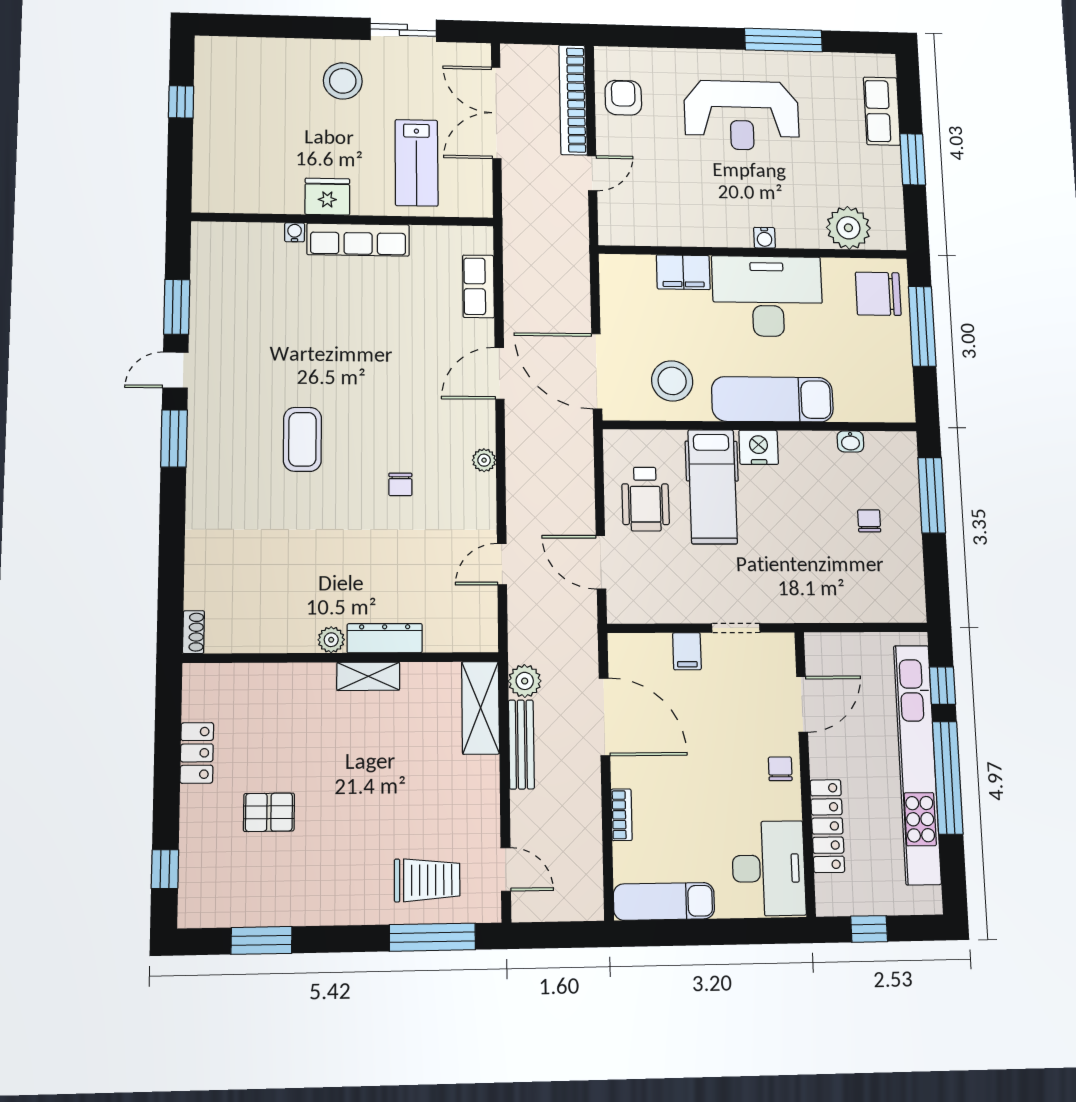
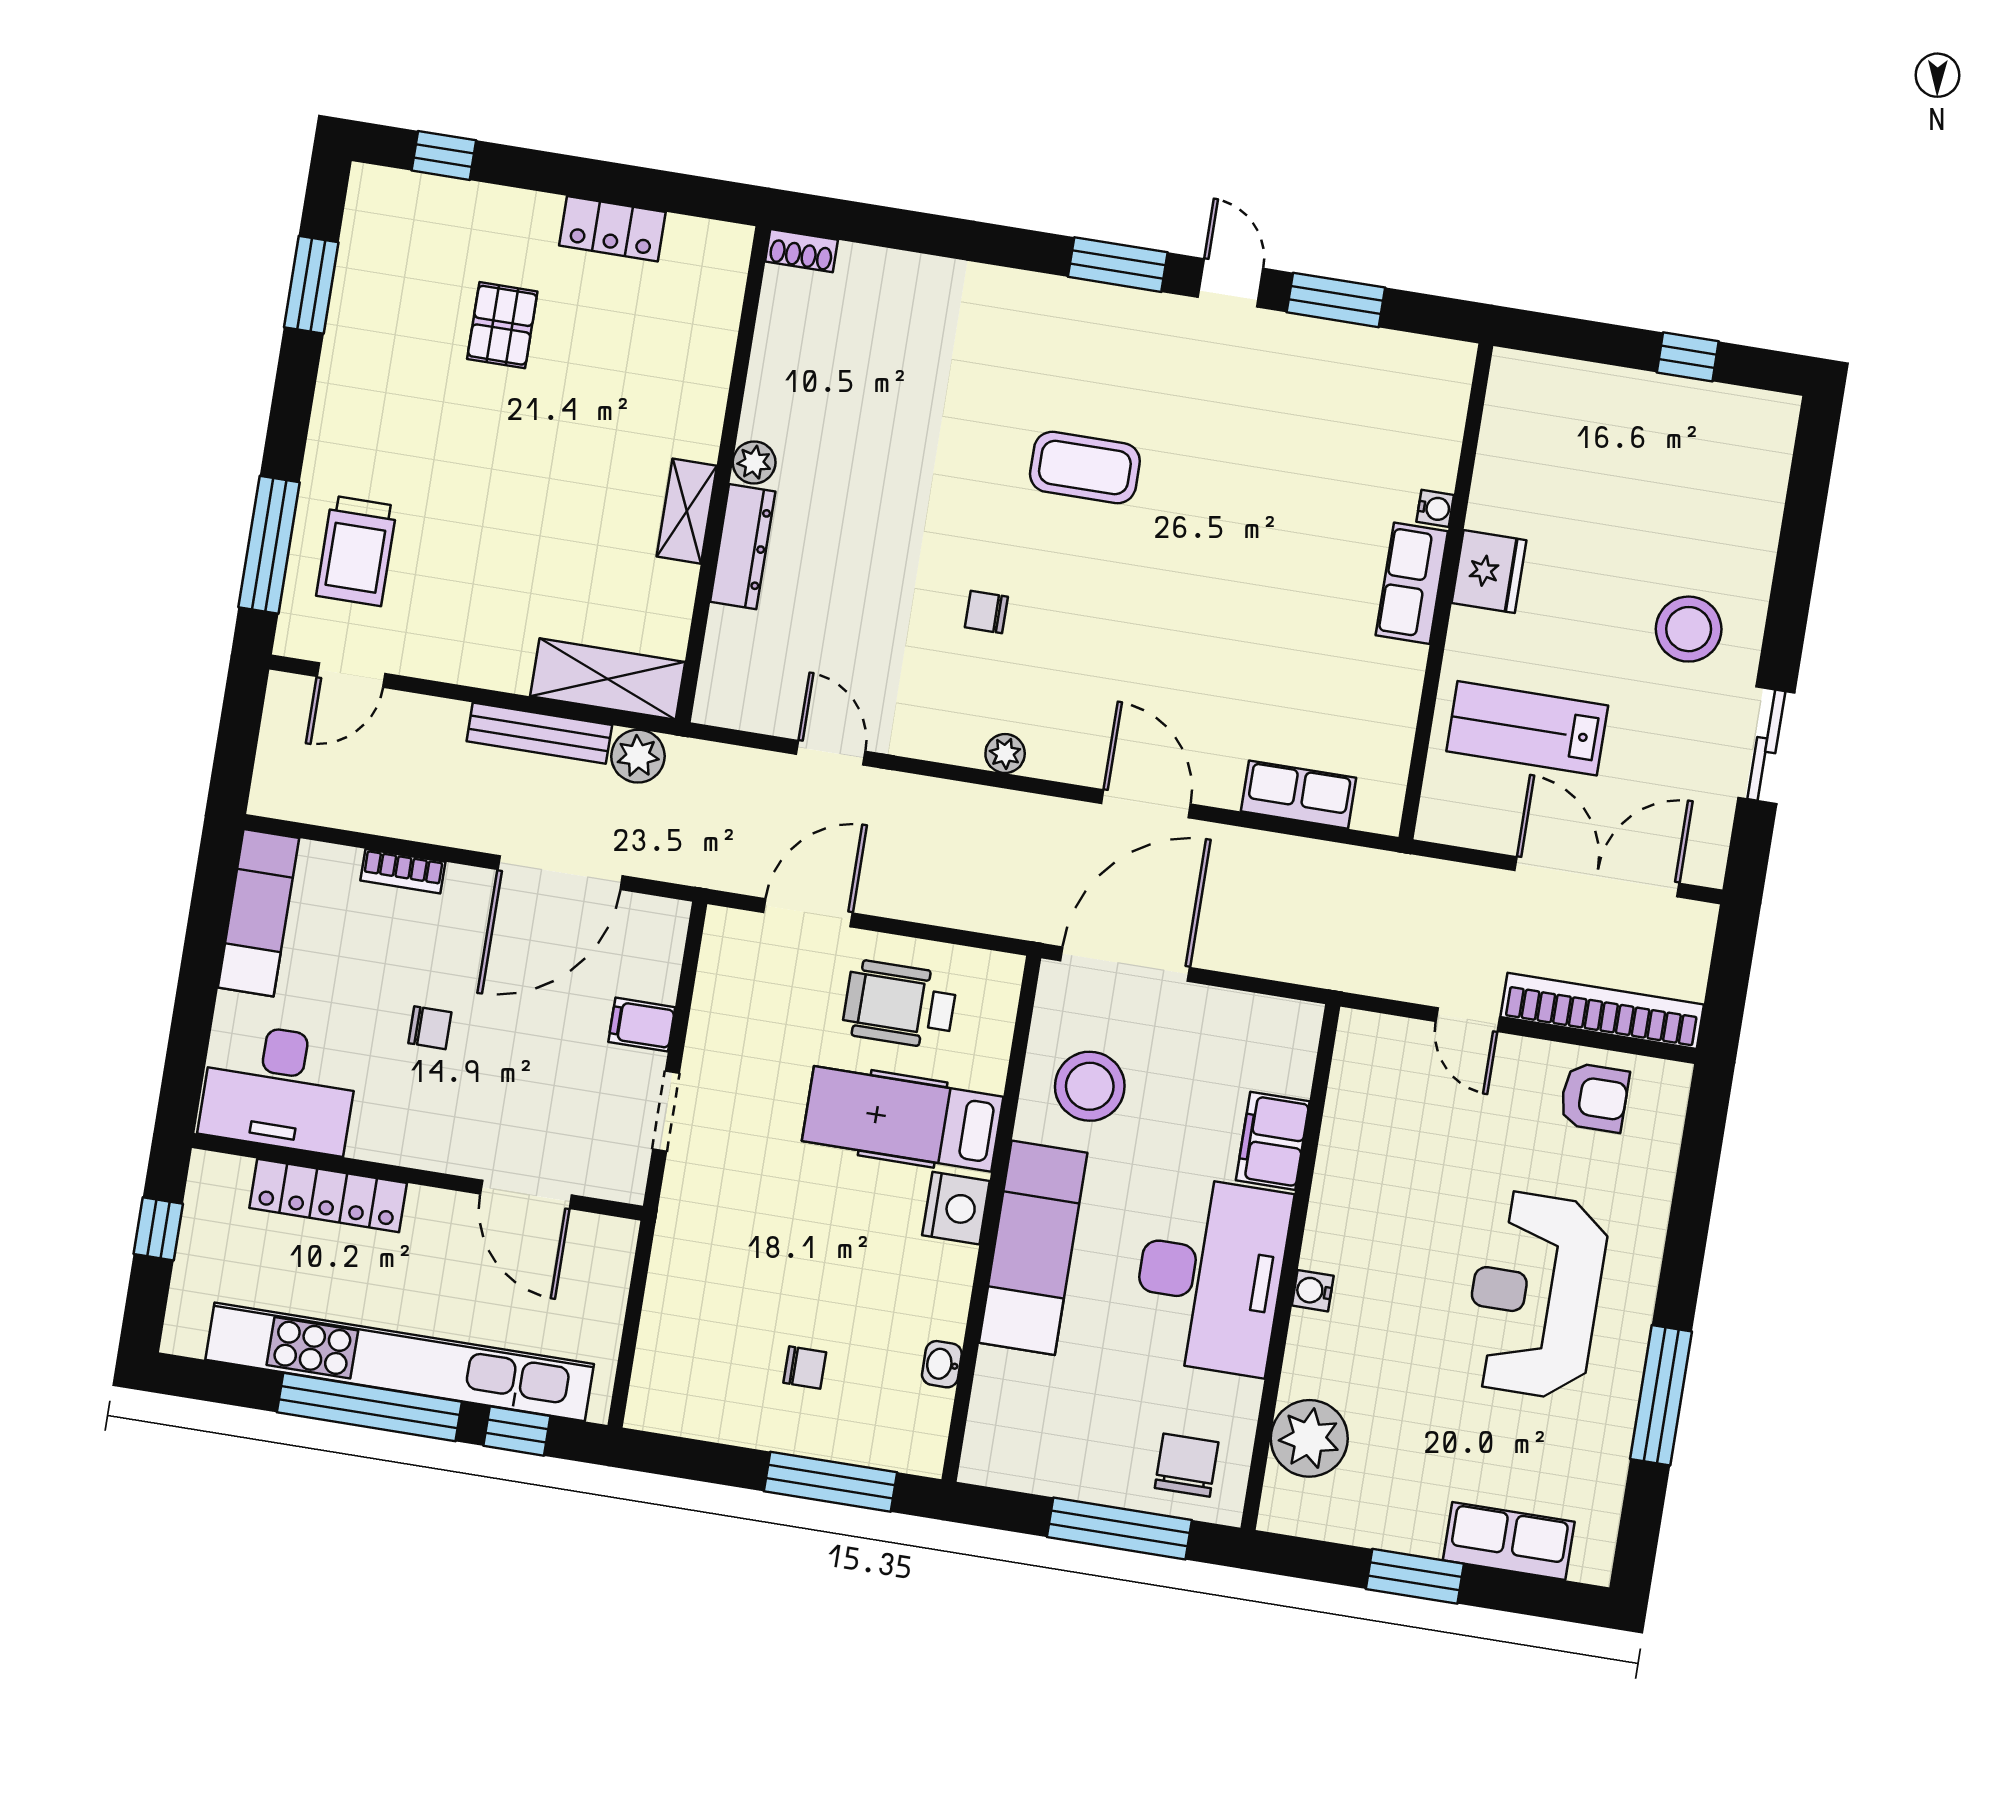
row of seats: (358, 240) -> (1412, 583), width x0.68
chair: (878, 294) -> (1187, 1465), width x0.73, depth x0.73
chair: (780, 769) -> (430, 1028), moved

